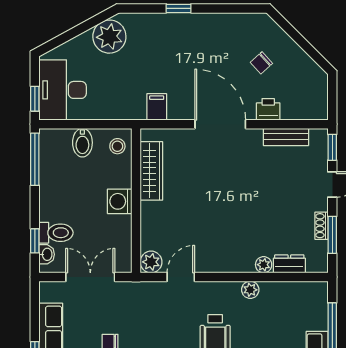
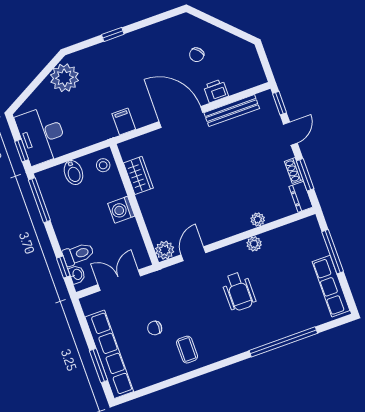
bench: (286, 137) -> (232, 111), width x1.36
wardrobe: (151, 171) -> (138, 175), width x0.67
dresser: (289, 264) -> (301, 197), moved, turned -90

